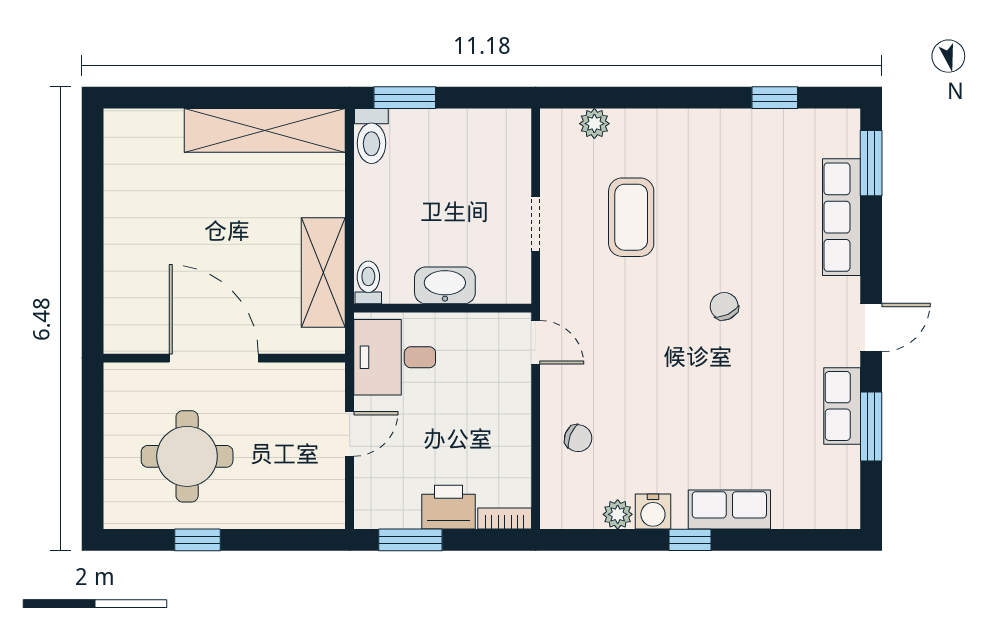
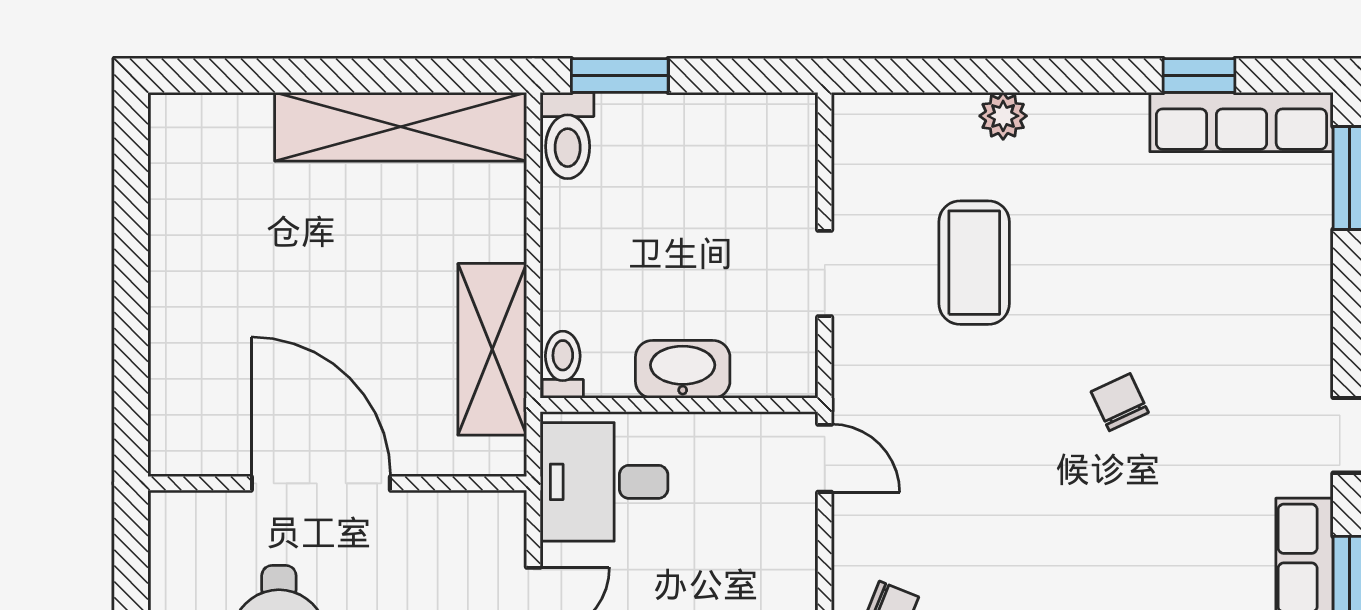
plant: (594, 124) -> (1003, 116), moved
row of seats: (842, 217) -> (1241, 122), moved, turned -90

